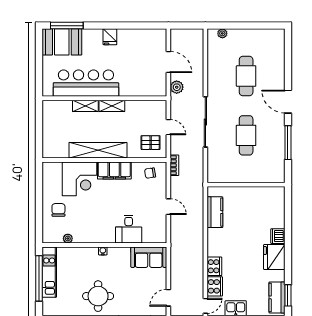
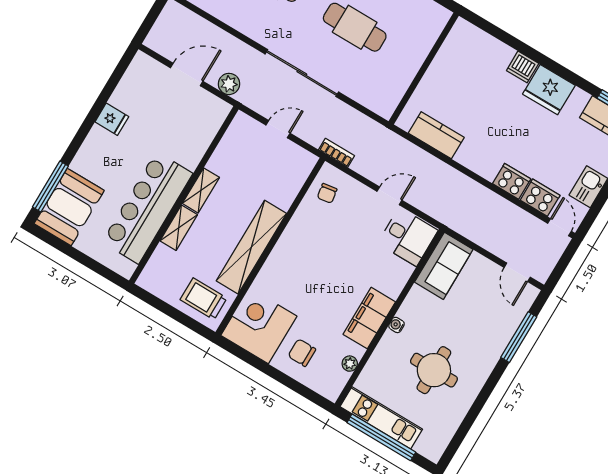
fridge: (110, 37) -> (112, 119), moved
trolley: (56, 141) -> (204, 299), added
pallet: (151, 143) -> (285, 167), removed
filing cabinet: (114, 171) -> (369, 318), moved, turned 180
corner desk: (79, 179) -> (259, 326), moved, turned -90
desk: (129, 229) -> (408, 237), moved
round table: (98, 296) -> (434, 370), moved

